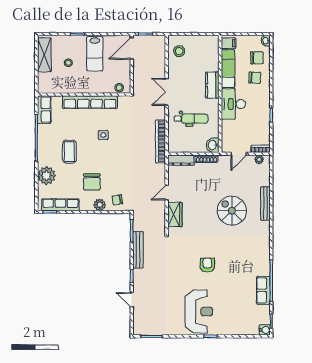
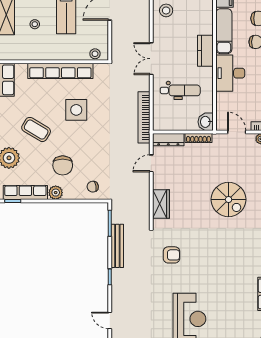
side table: (103, 135) -> (76, 110), width x1.87, depth x1.87
coffee table: (69, 152) -> (36, 129), turned -59
door: (239, 154) -> (237, 132), swing flipped
door: (167, 193) -> (151, 163), moved
plant: (100, 205) -> (56, 193), moved
spiral stairs: (232, 211) -> (229, 199), turned 180
armchair: (207, 265) -> (172, 255), moved, turned 90
door: (132, 300) -> (110, 320), moved

